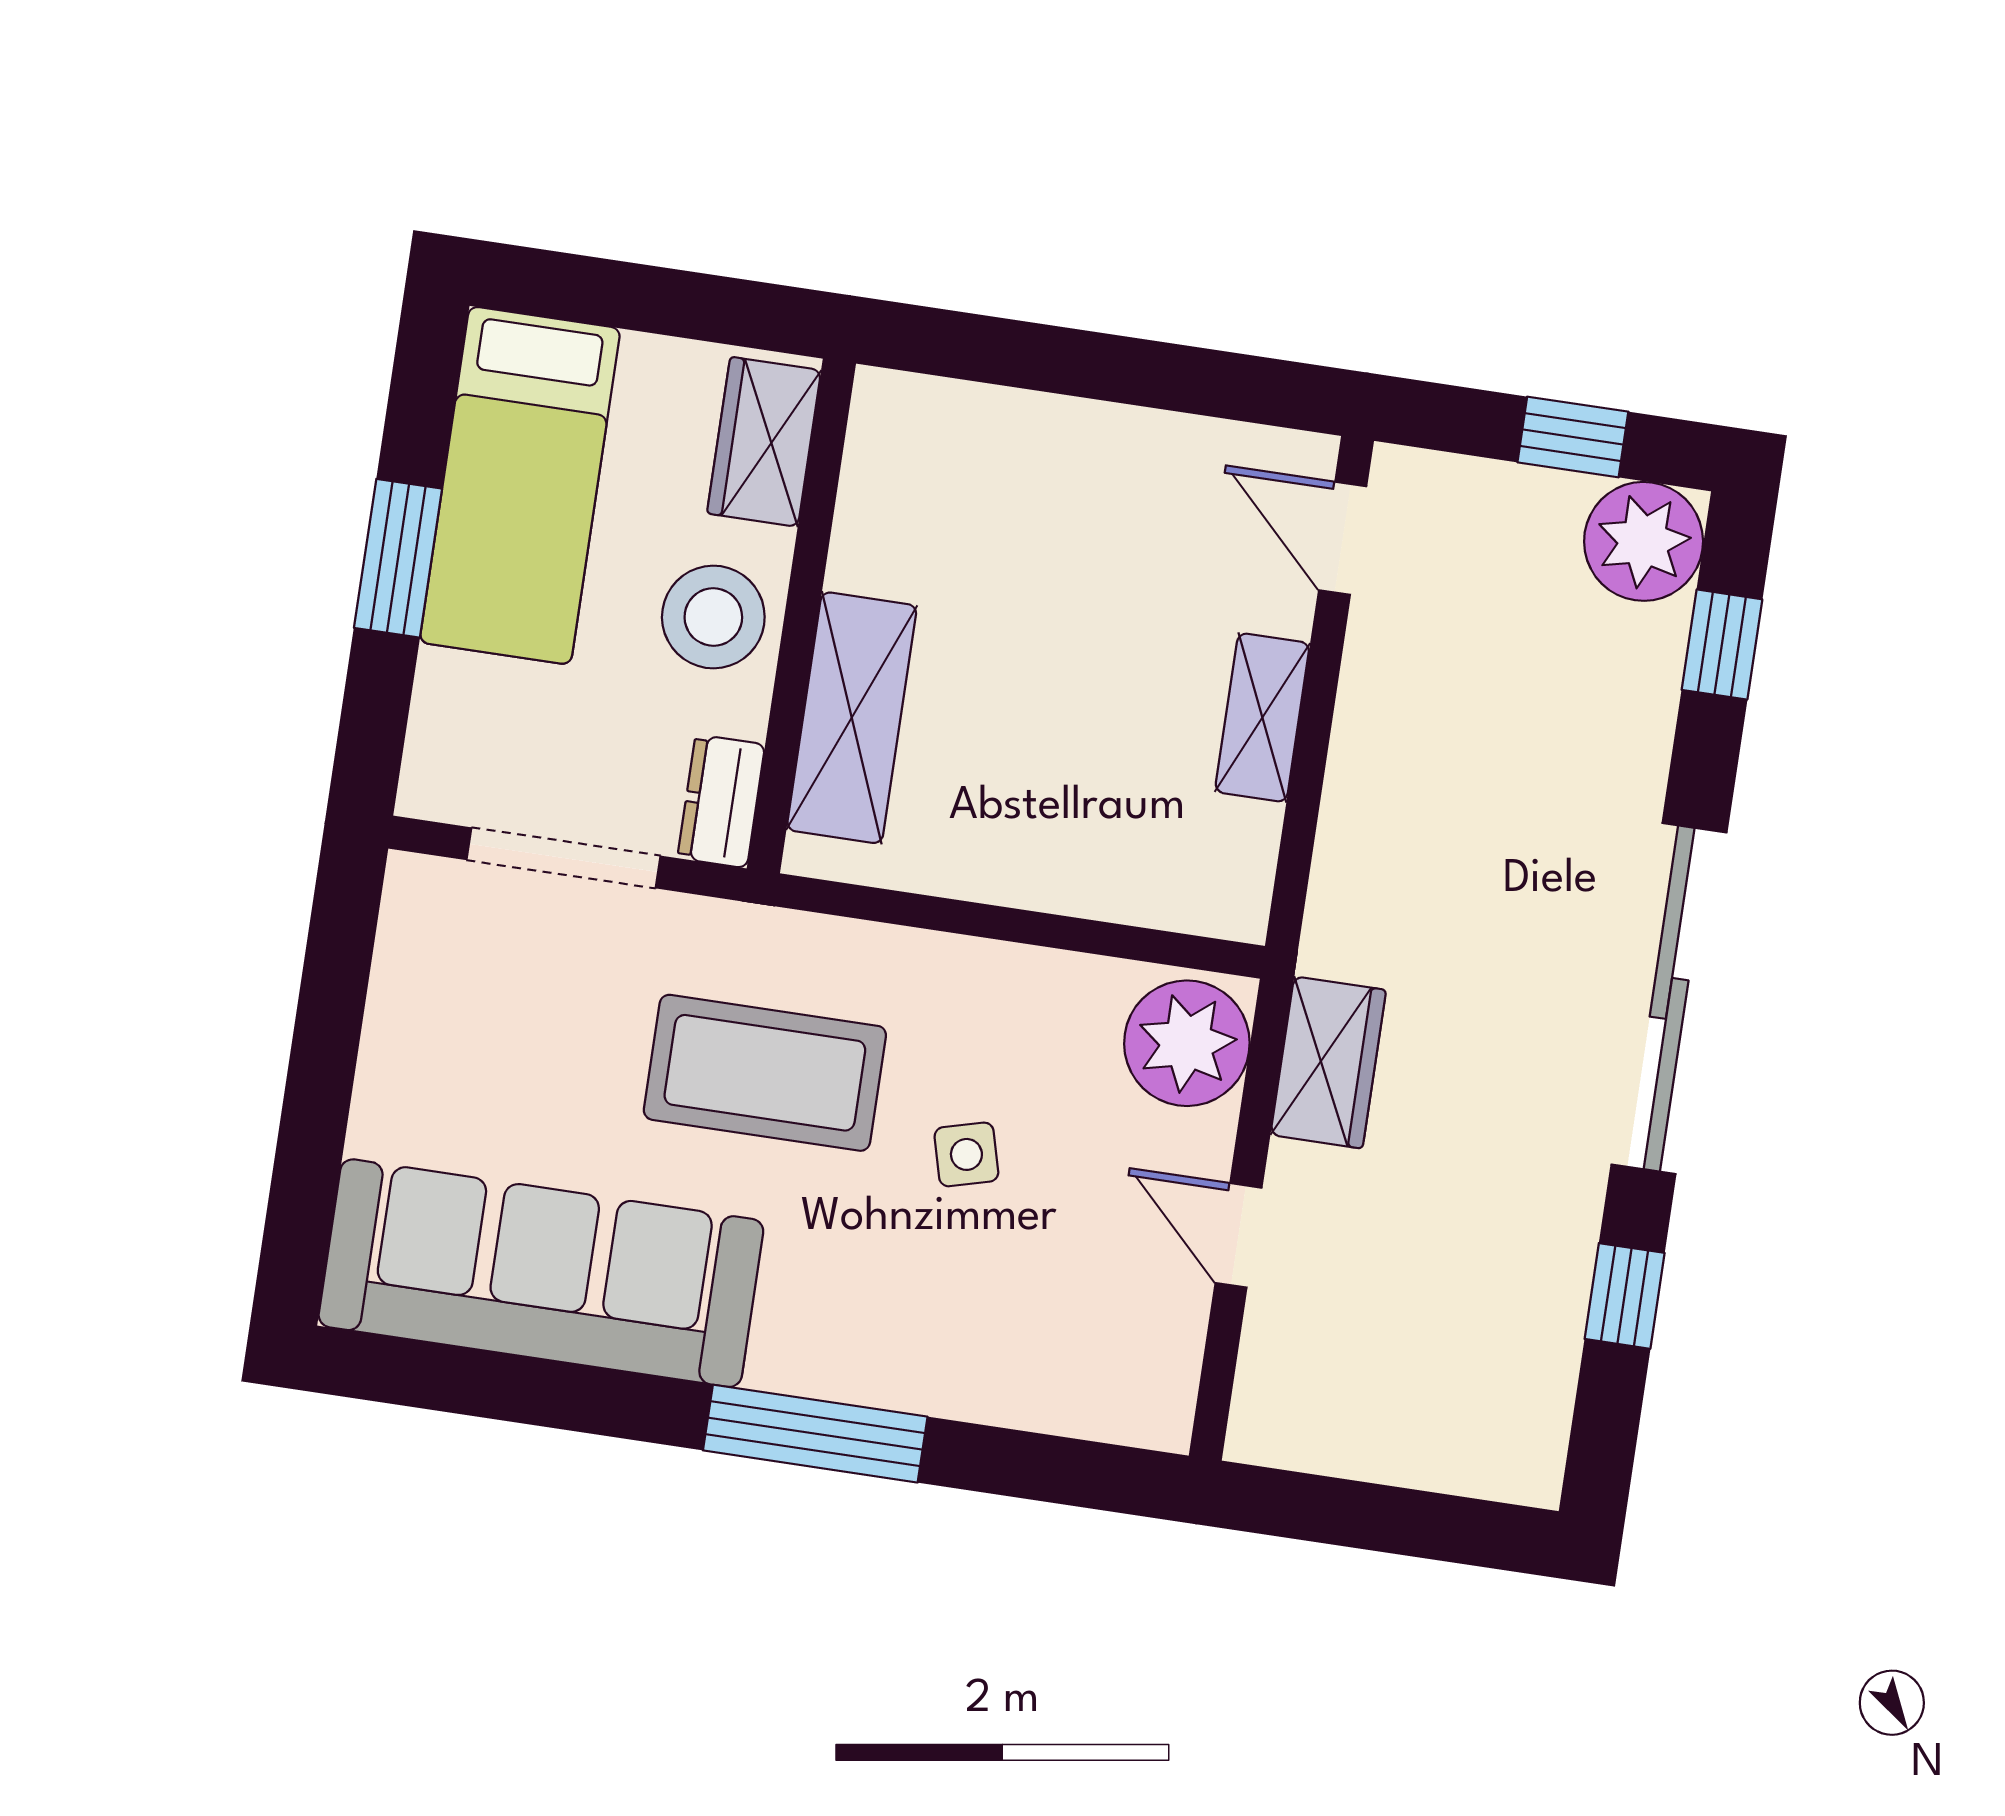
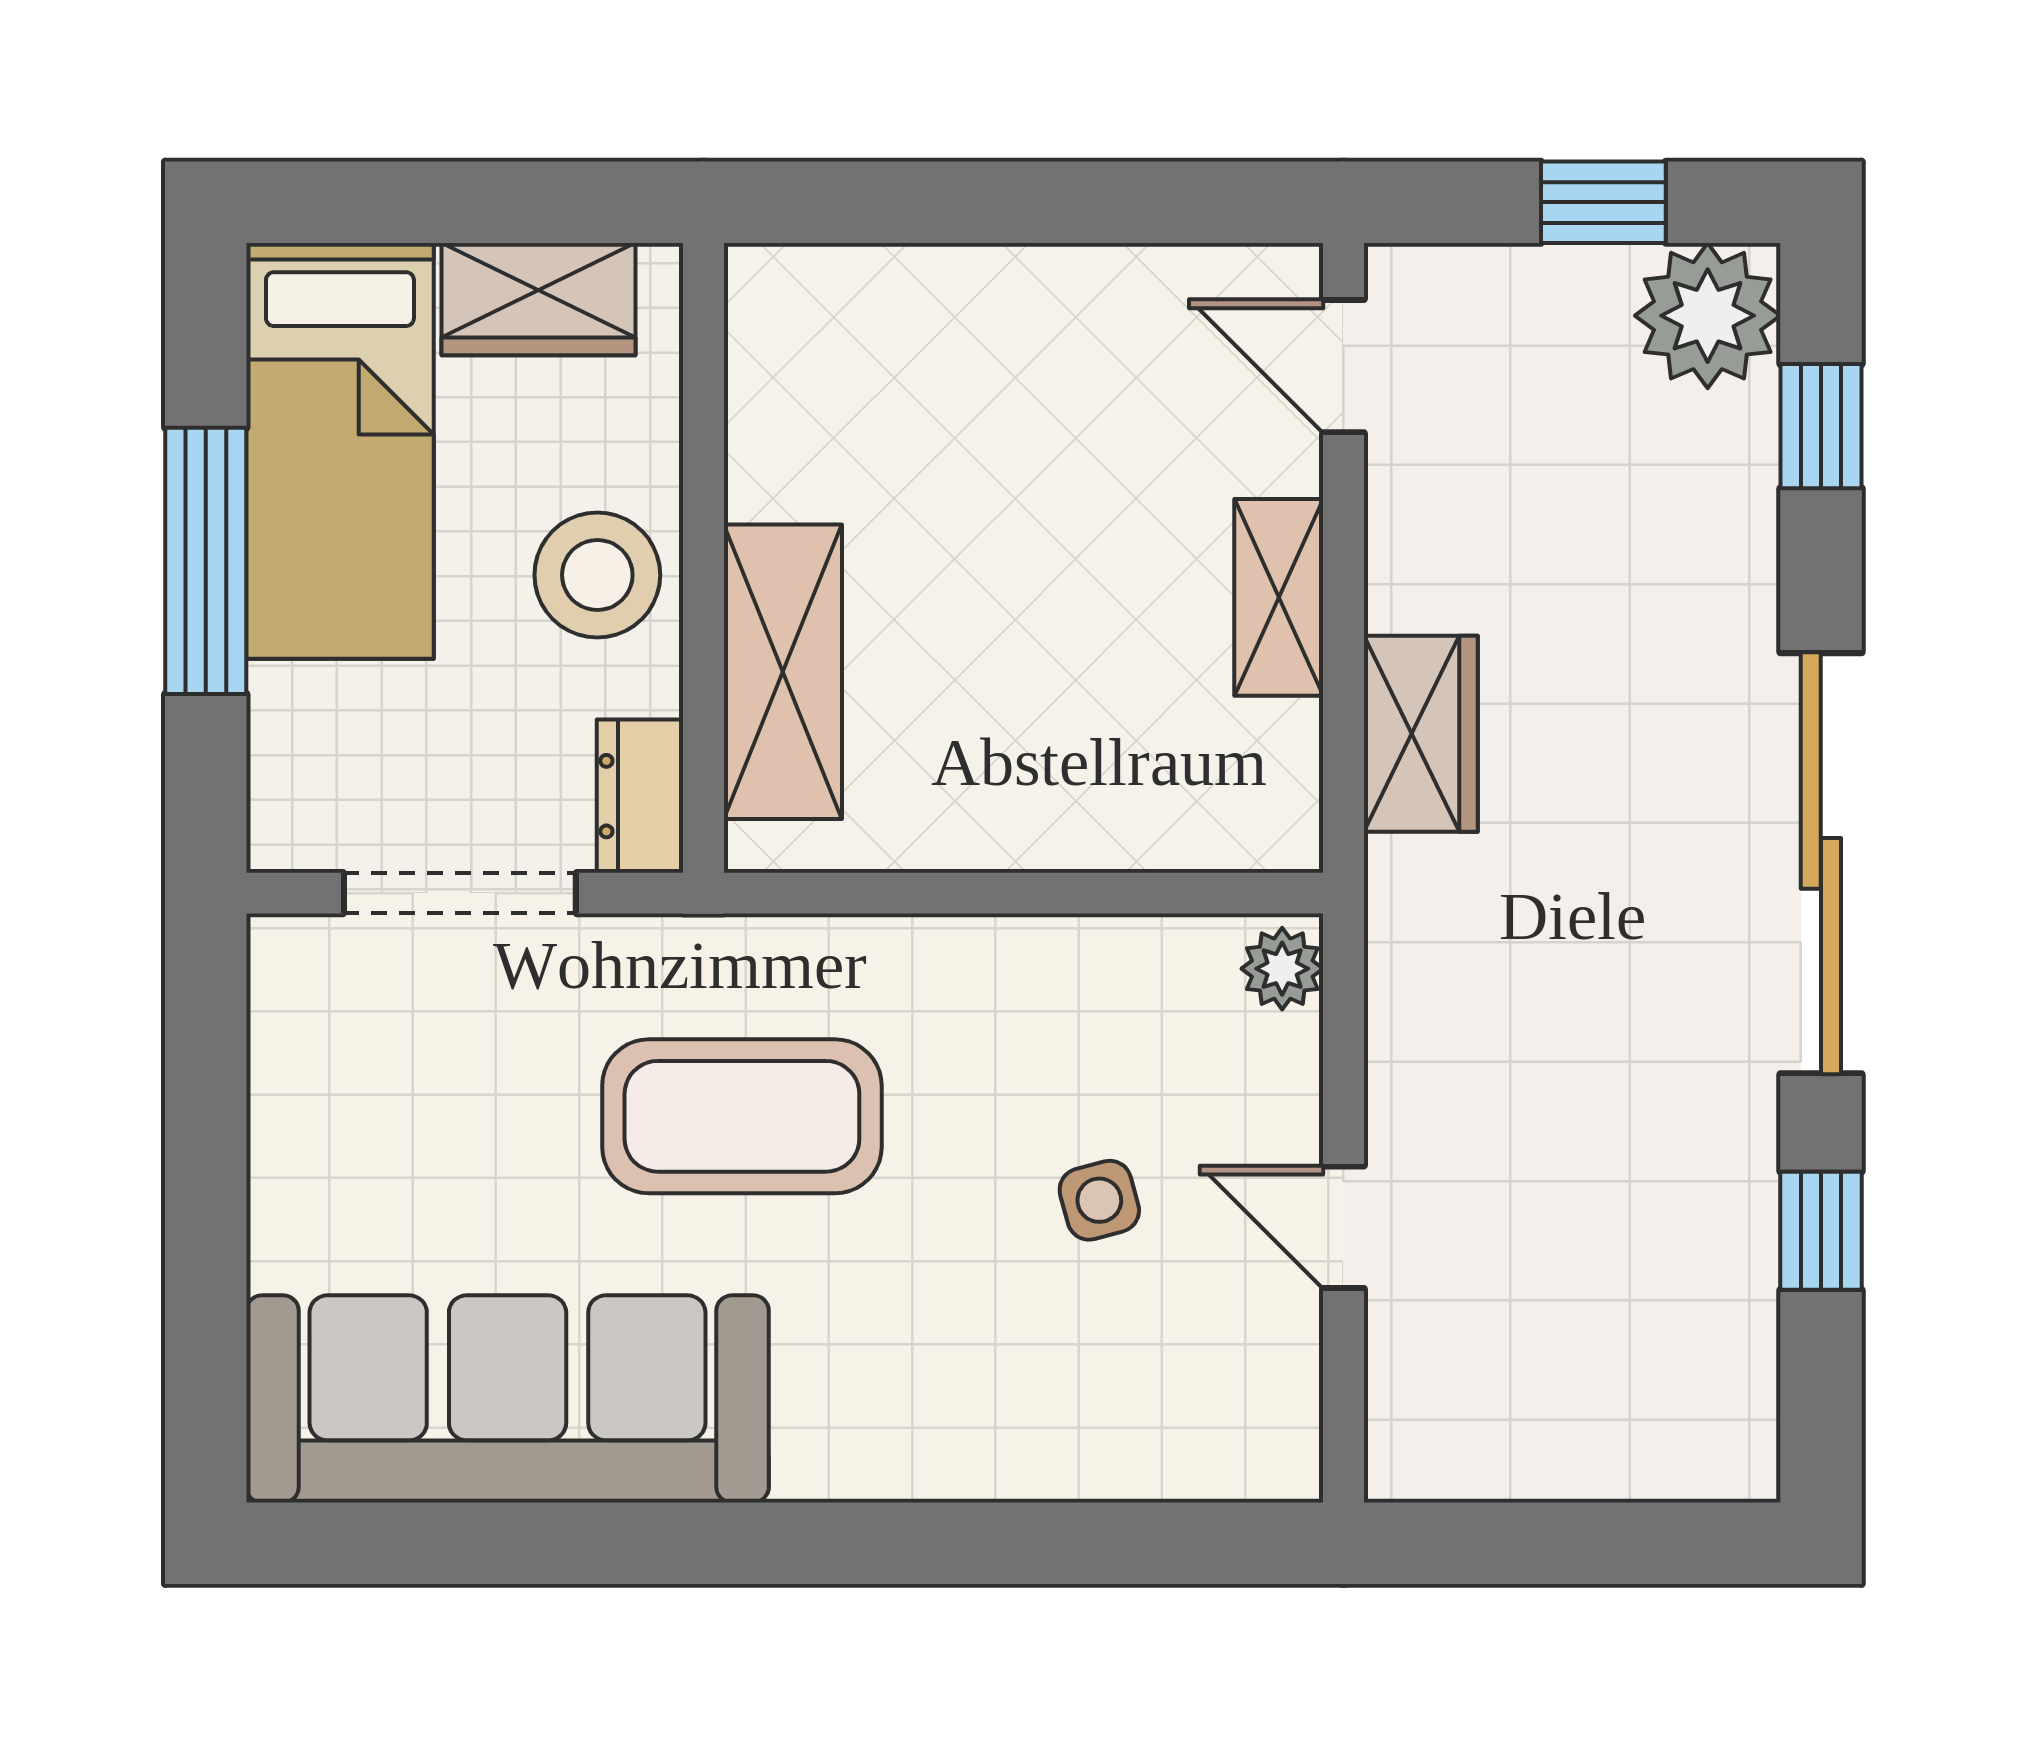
wardrobe: (764, 442) -> (539, 299), moved, turned -90
window: (398, 558) -> (206, 561), width x1.44
plant: (1187, 1043) -> (1282, 969), width x0.53, depth x0.53
wardrobe: (1328, 1062) -> (1421, 734), moved
side table: (966, 1154) -> (1099, 1200), moved
window: (815, 1434) -> (868, 1543), removed

